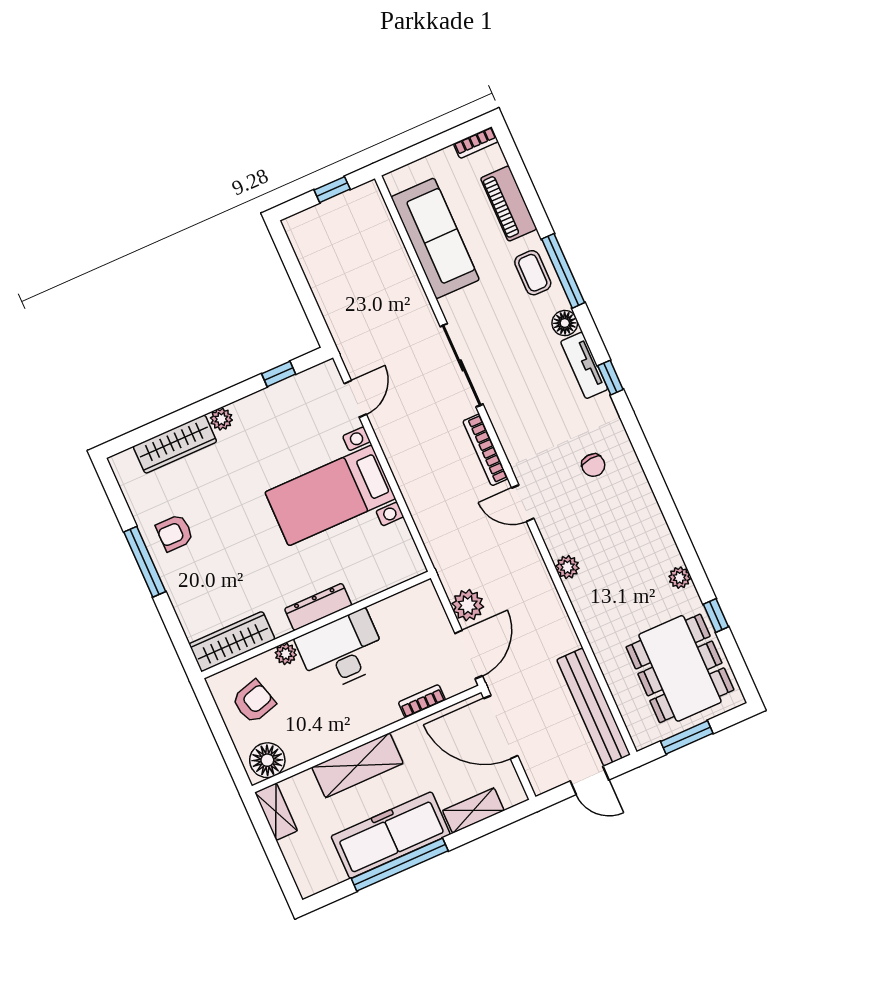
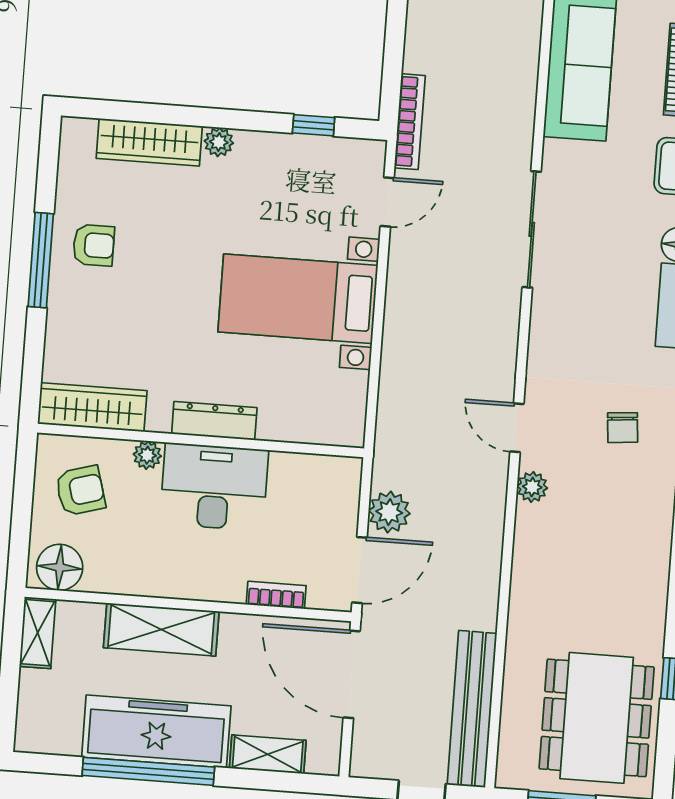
bookcase: (485, 450) -> (410, 122), moved, turned 180
armchair: (175, 533) -> (94, 245), turned 180
plant: (567, 567) -> (532, 487), moved
plant: (680, 578) -> (653, 612), removed

